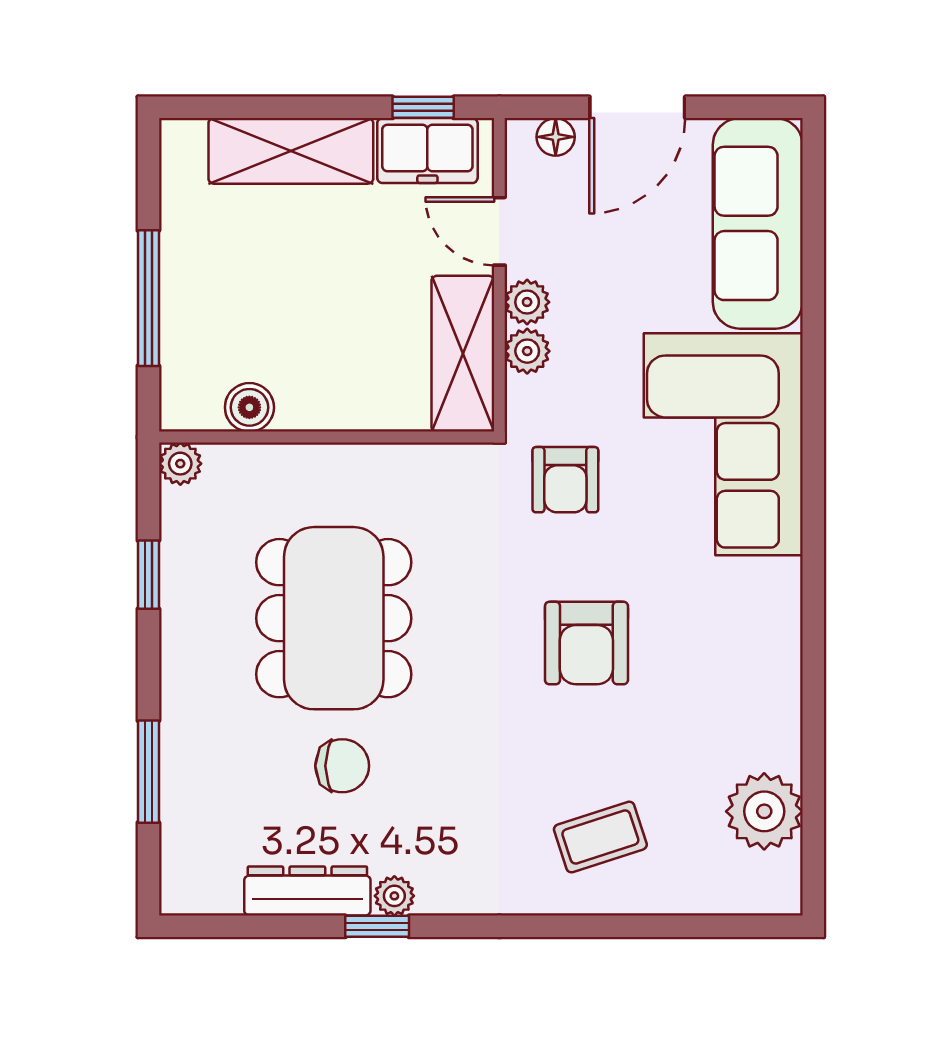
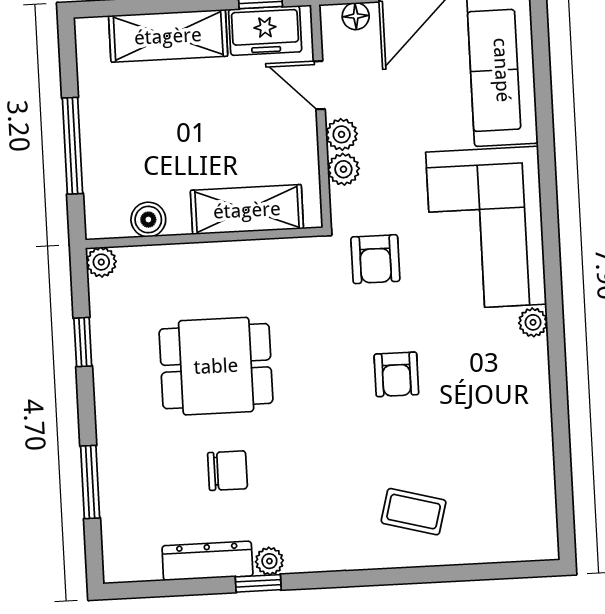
shelving: (463, 354) -> (247, 210), moved, turned 90
dining table: (334, 618) -> (216, 366), width x0.73
armchair: (586, 643) -> (396, 374), width x0.72, depth x0.72
plant: (764, 811) -> (533, 322), moved, width x0.53, depth x0.53
coffee table: (600, 837) -> (414, 512), turned 33

